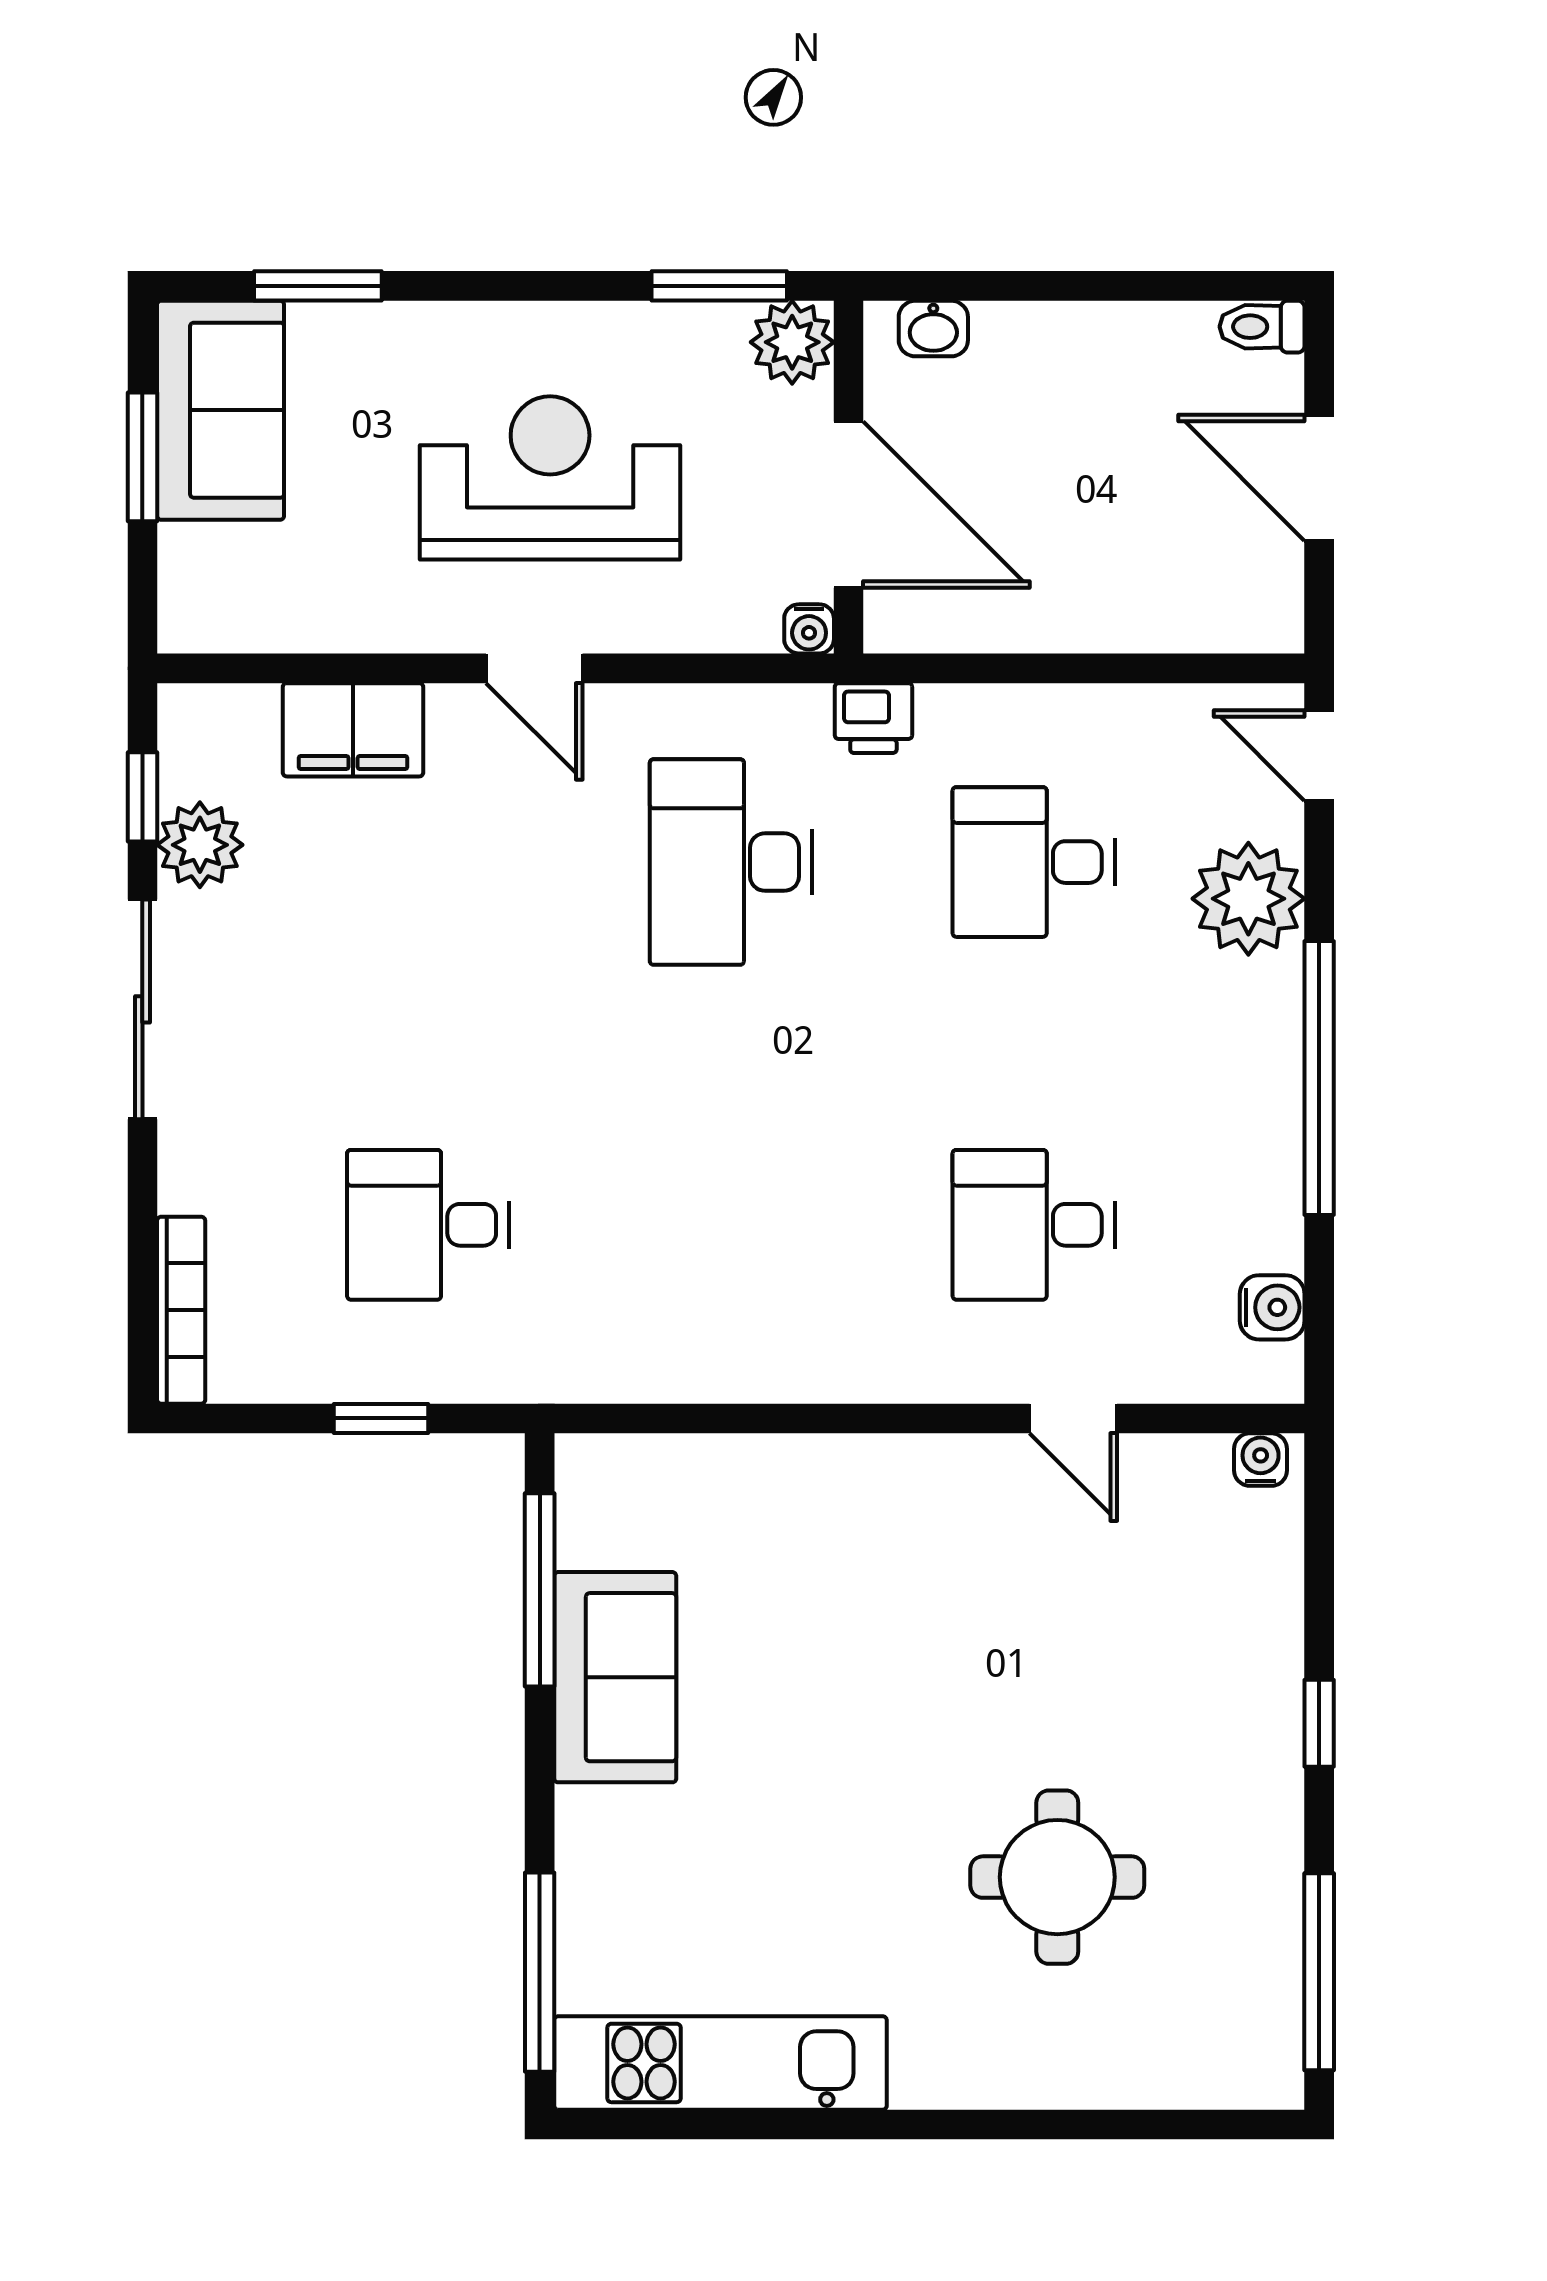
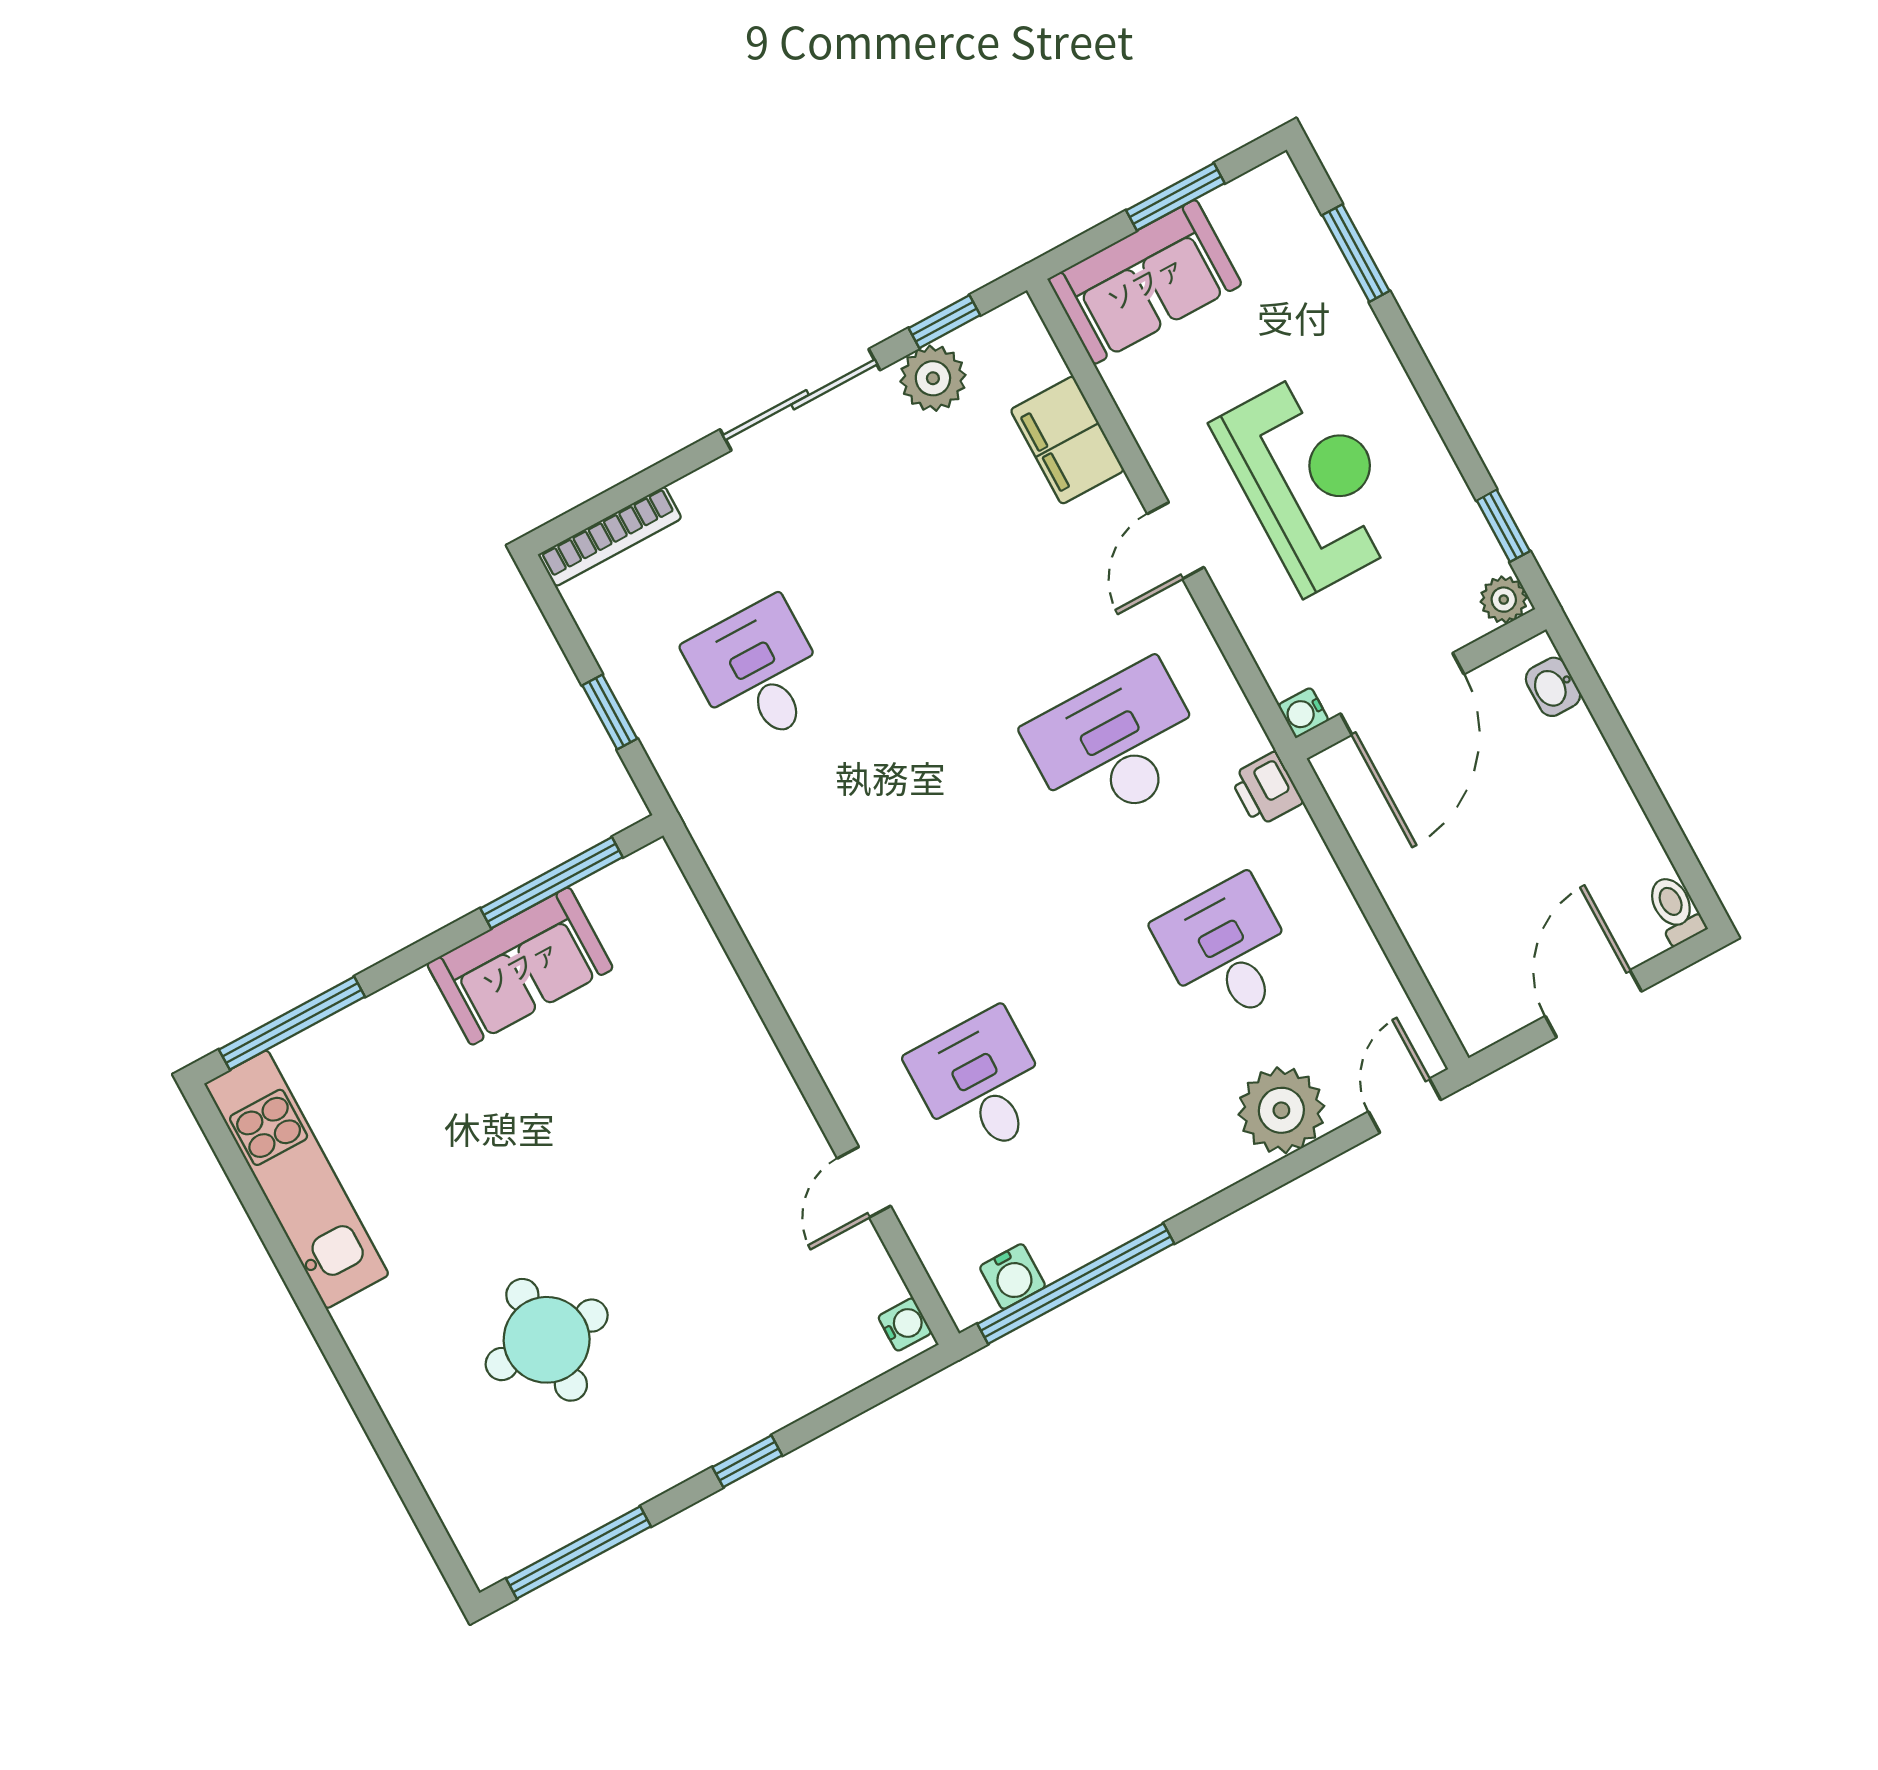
window: (719, 286) -> (1503, 526), width x0.67
plant: (792, 342) -> (1504, 600), width x0.73, depth x0.73
sofa: (221, 410) -> (1145, 282), moved
window: (1319, 1078) -> (1076, 1284), moved

